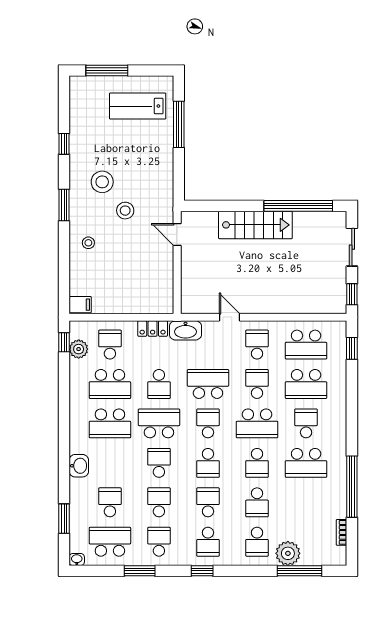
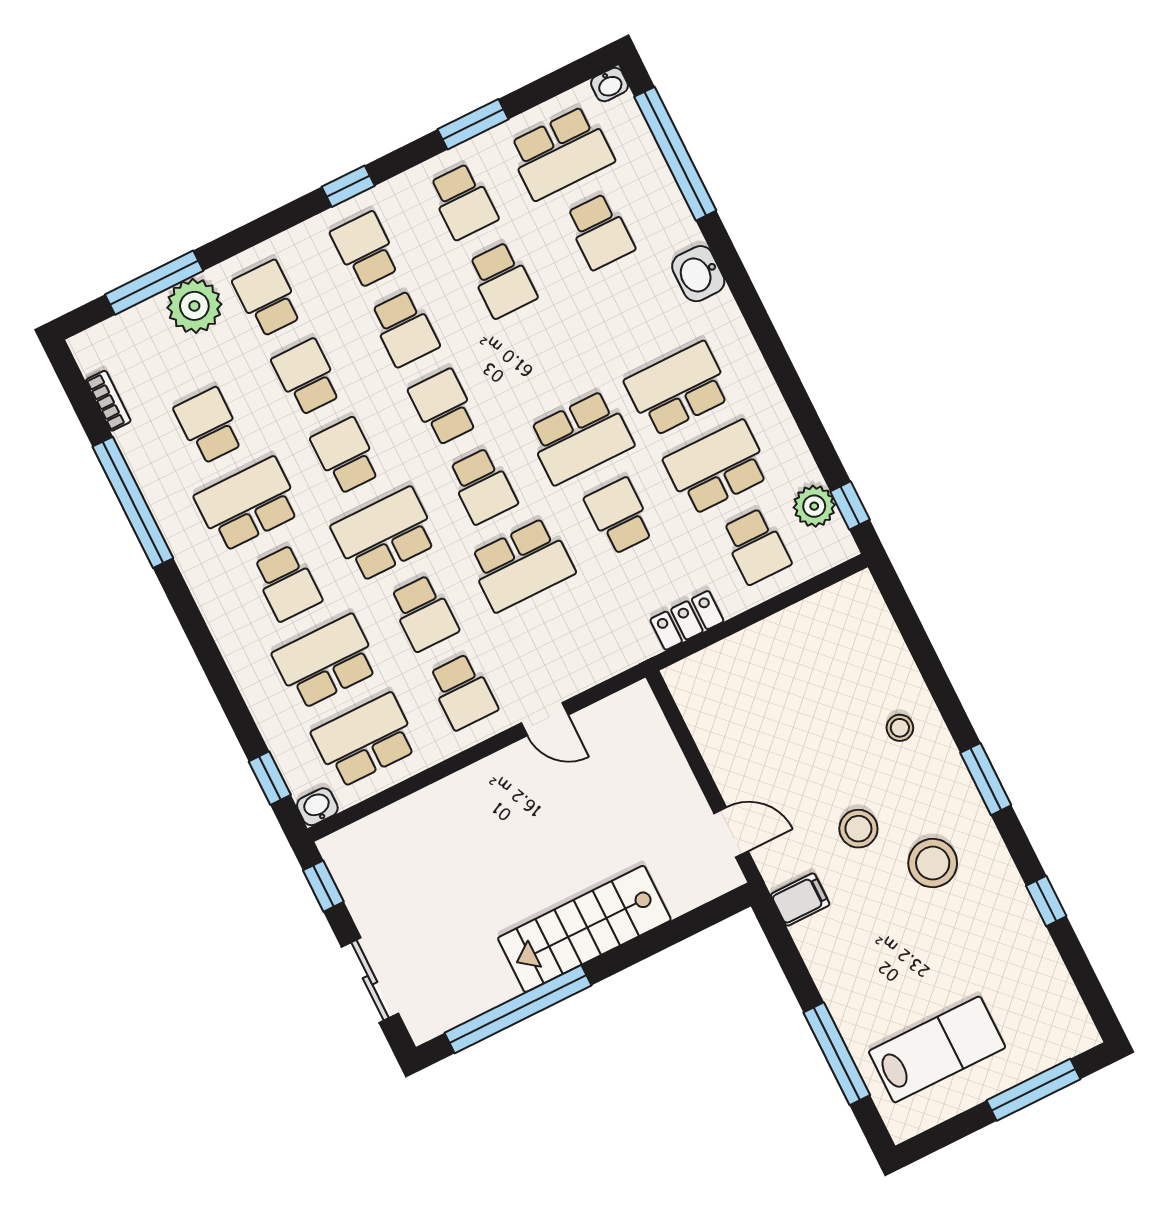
filing cabinet: (80, 305) -> (800, 900), moved, turned 180
washbasin: (185, 330) -> (317, 807), moved, width x0.52, depth x0.69
school desk: (159, 463) -> (209, 426), moved, turned 180
window: (64, 519) -> (675, 154), width x2.11

